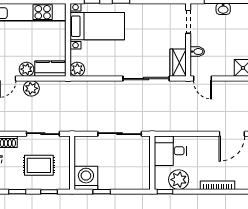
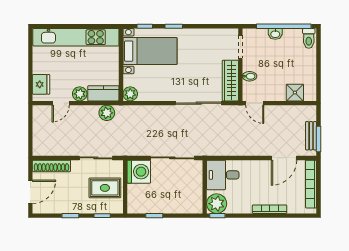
wardrobe: (178, 63) -> (230, 81), width x1.50
plant: (31, 88) -> (107, 113), moved
rug: (39, 165) -> (105, 188), moved
washing machine: (86, 178) -> (139, 172), moved, turned 90
plant: (179, 180) -> (217, 204), moved

